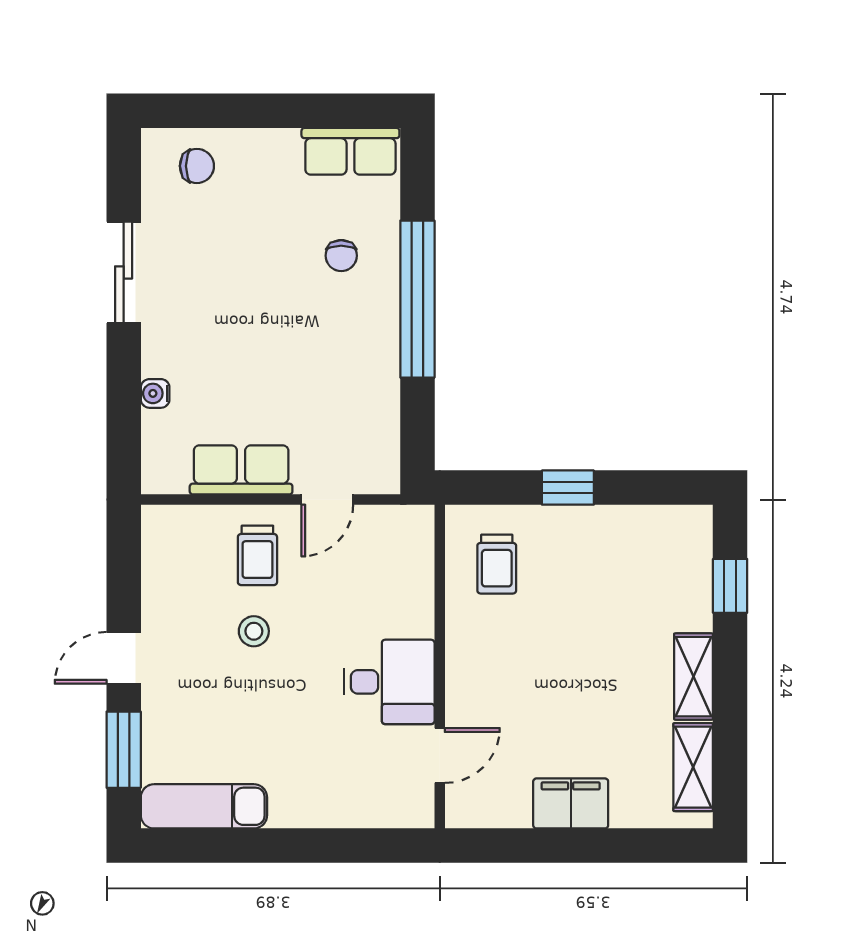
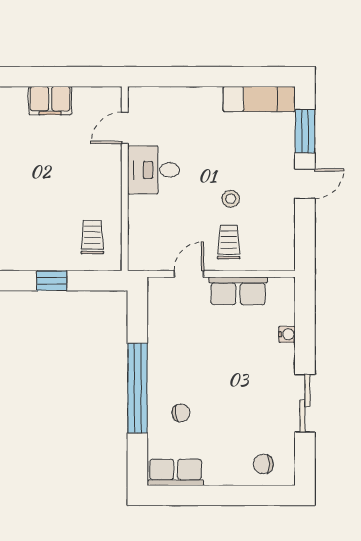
chair: (341, 256) -> (181, 413), turned 84

